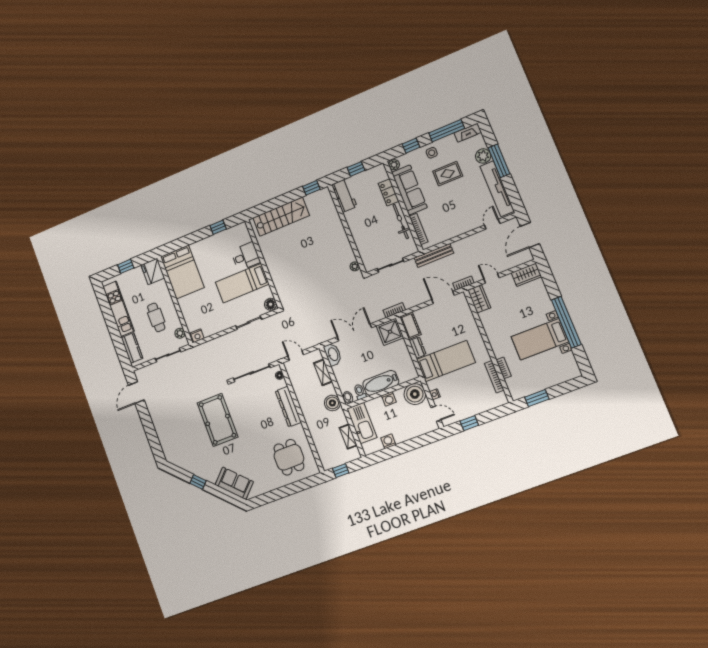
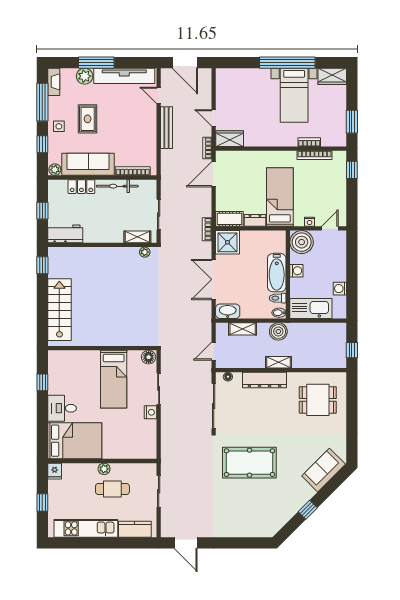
shelving: (365, 255) -> (137, 237), added
bench: (434, 255) -> (167, 128), moved
desk: (246, 256) -> (62, 408), moved, turned -90
fridge: (153, 271) -> (55, 471), width x0.53, depth x0.75
wardrobe: (526, 275) -> (332, 76), moved, turned 90
door: (492, 278) -> (214, 118), hinge flipped
plant: (180, 333) -> (104, 469), moved
nightstand: (197, 336) -> (150, 412), moved
window: (469, 423) -> (352, 170), moved
shelving: (348, 437) -> (279, 362), moved

